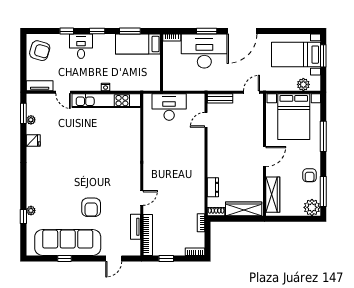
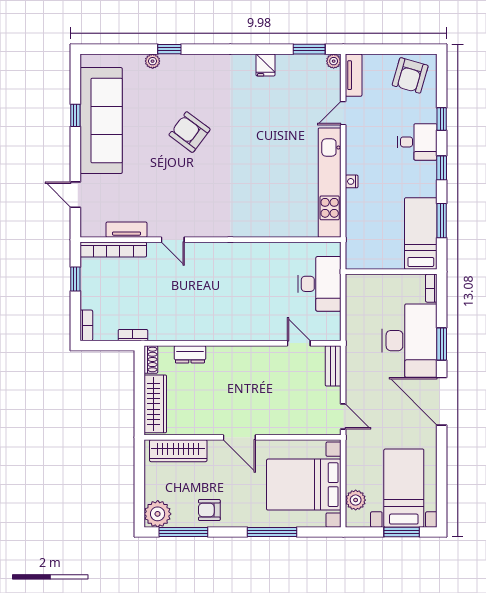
plant: (31, 120) -> (334, 61), moved
armchair: (91, 207) -> (190, 132), moved, turned 37
window: (23, 217) -> (169, 49), moved

